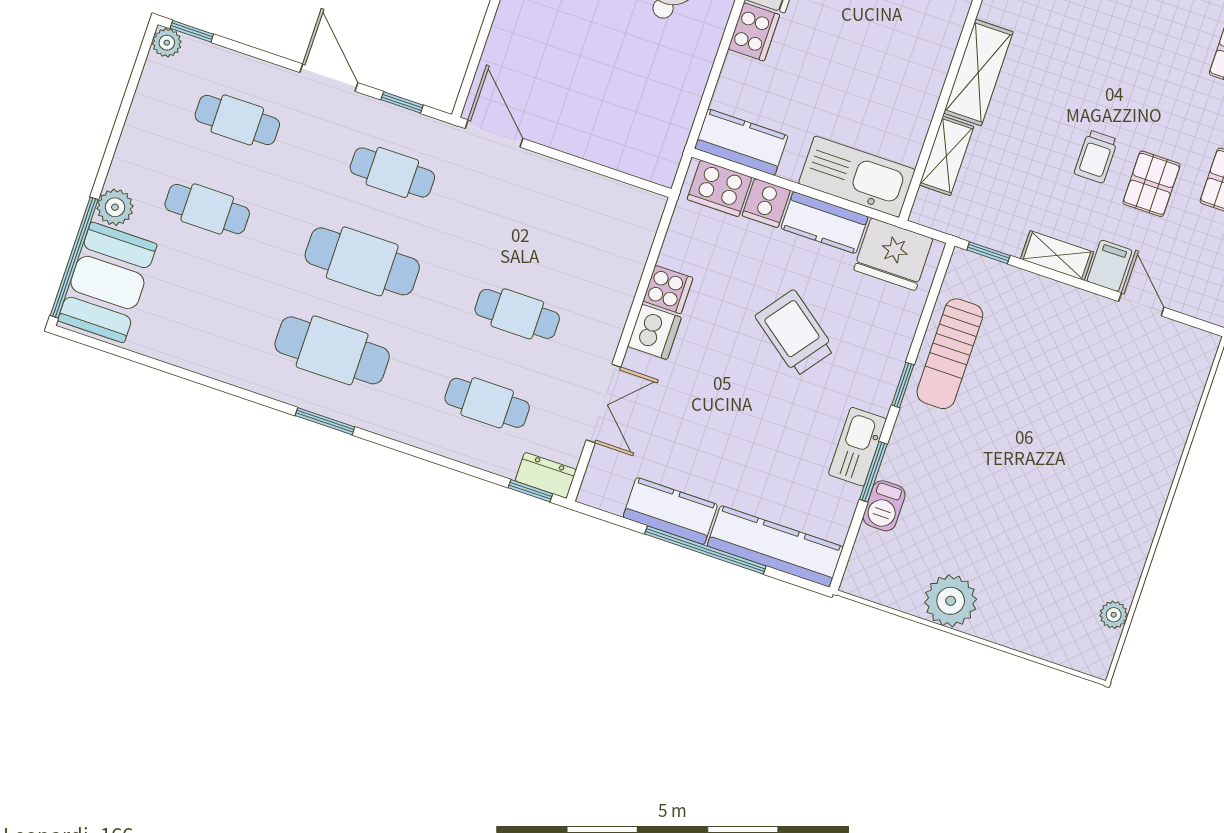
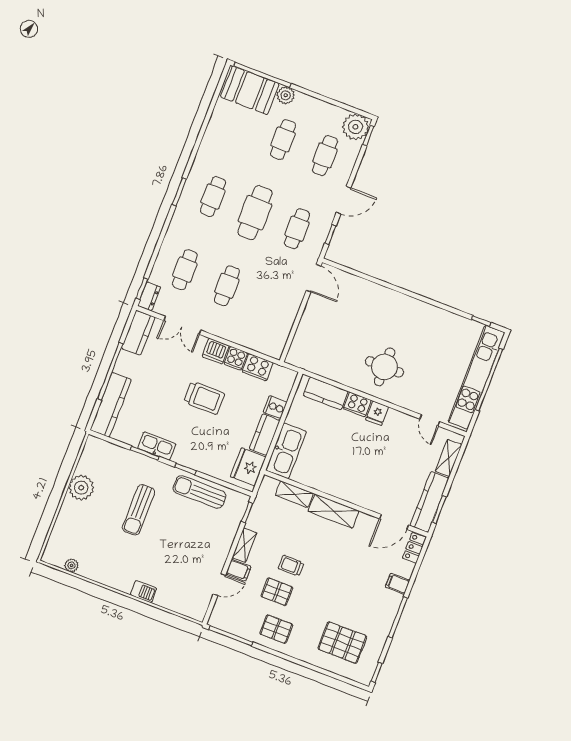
plant: (167, 43) -> (355, 127), width x1.87, depth x1.87
door: (494, 134) -> (314, 278), hinge flipped
kitchen counter: (741, 142) -> (326, 393), moved, turned 90
cooker: (719, 188) -> (258, 367), moved, turned -90
trolley: (795, 333) -> (204, 398), moved, turned 53
cafe table: (332, 350) -> (213, 196), width x0.73, depth x0.74
sun lounger: (992, 479) -> (139, 510), added
barbecue: (884, 506) -> (143, 592), moved, turned 180
kitchen counter: (670, 511) -> (138, 333), moved

